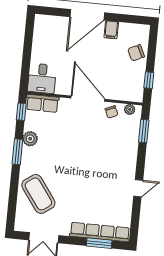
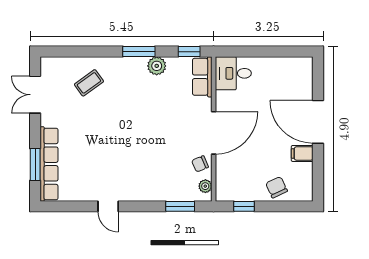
coffee table: (38, 194) -> (89, 83), width x0.54, depth x0.58

